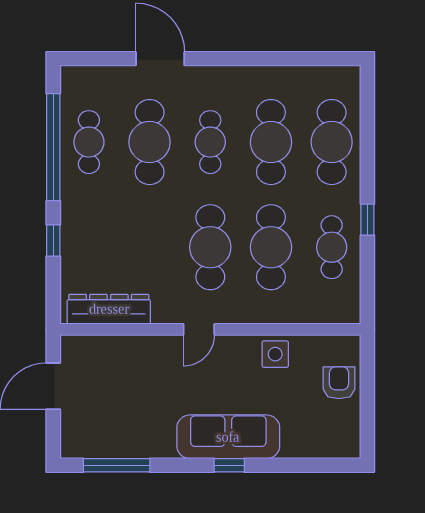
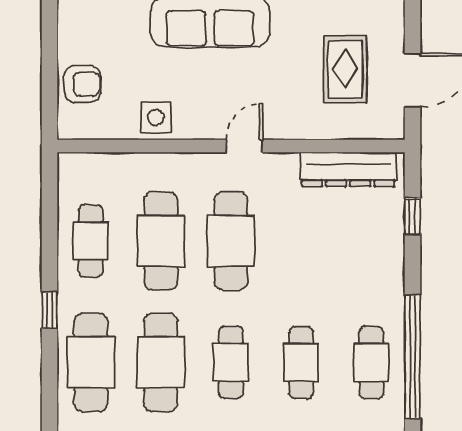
cafe table: (150, 142) -> (301, 362), width x0.73, depth x0.74
window: (367, 220) -> (49, 310), moved
window: (53, 241) -> (413, 216), moved
armchair: (339, 383) -> (82, 84), turned -90
rug: (112, 396) -> (345, 69), added

